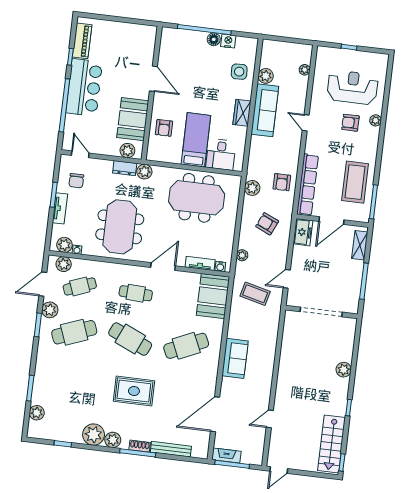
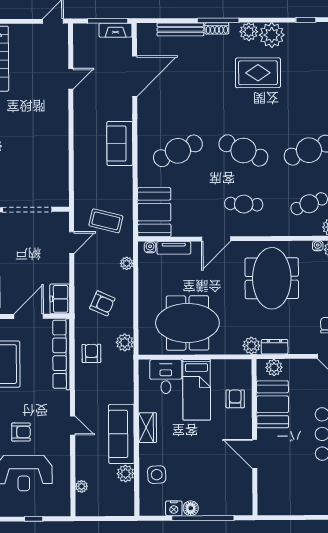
rug: (134, 391) -> (258, 73), moved

